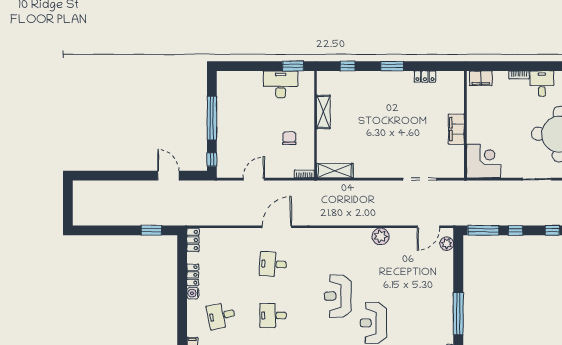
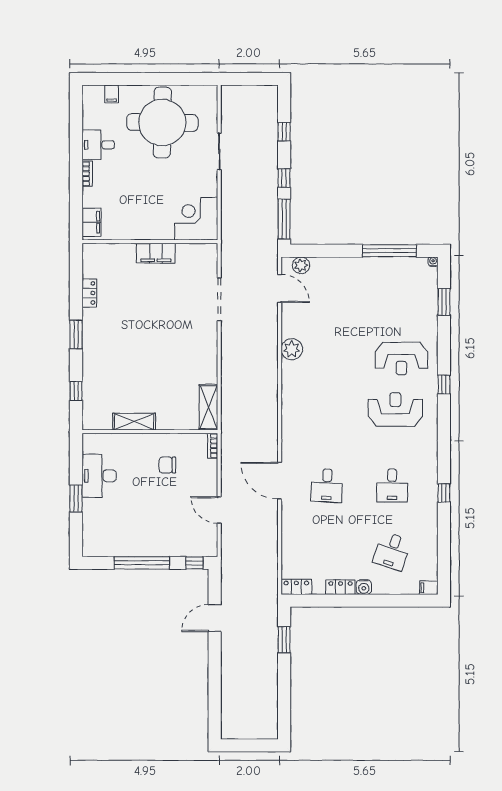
window: (293, 66) -> (76, 498), moved
reception desk: (338, 296) -> (395, 409), moved, turned 180
desk: (221, 315) -> (392, 551), turned 30

